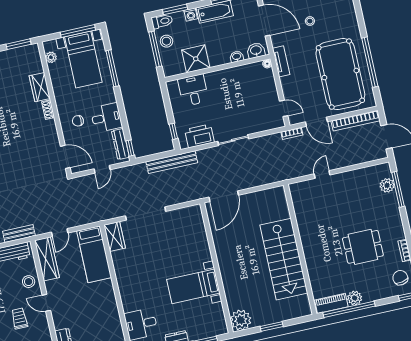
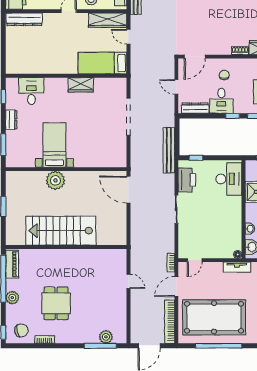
desk: (193, 90) -> (229, 179), width x1.37
window: (130, 148) -> (233, 116), moved
wardrobe: (115, 236) -> (81, 85), moved
plant: (355, 298) -> (12, 298), moved
plant: (241, 320) -> (55, 180), moved

